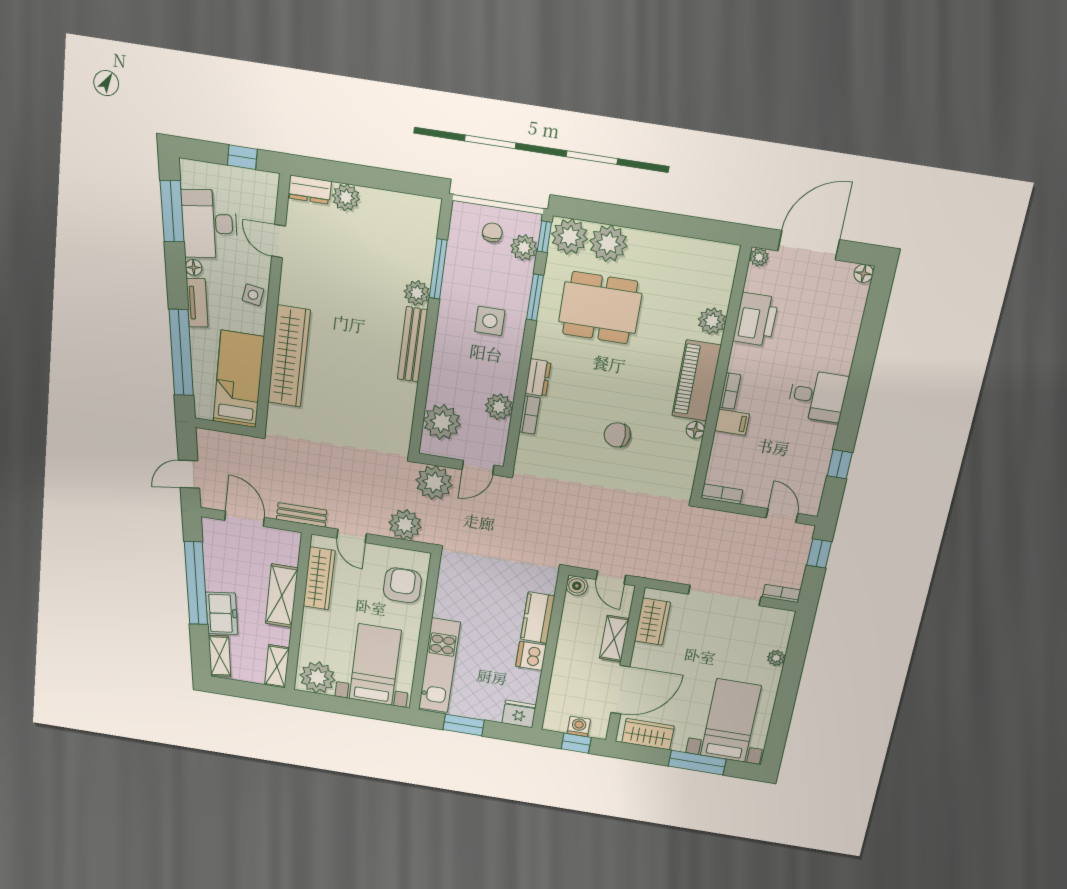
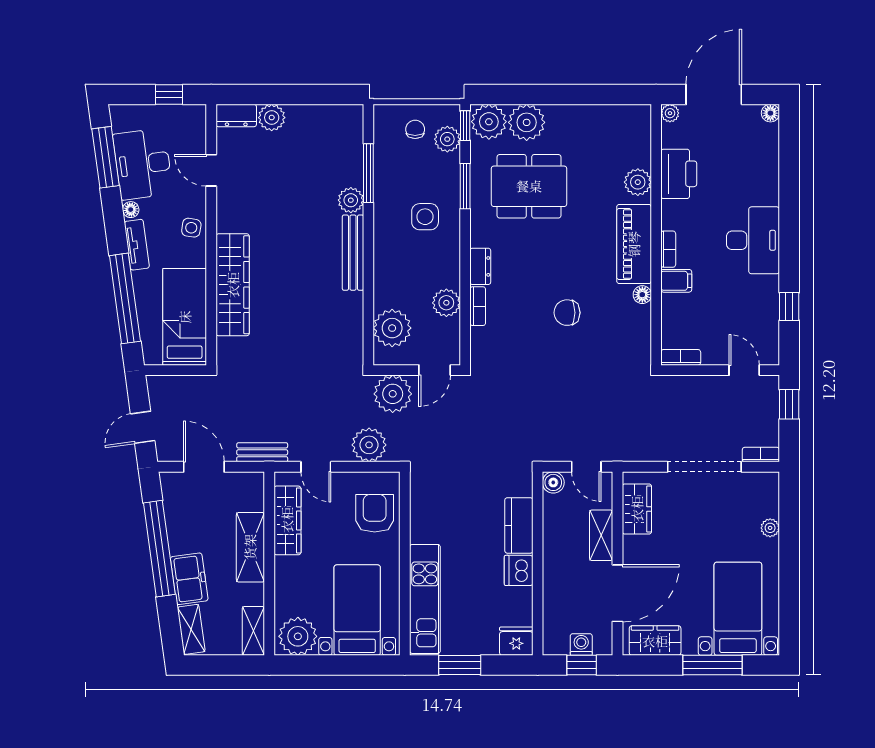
desk: (818, 396) -> (753, 240), width x1.37

